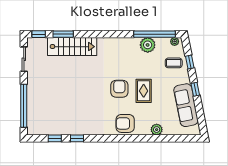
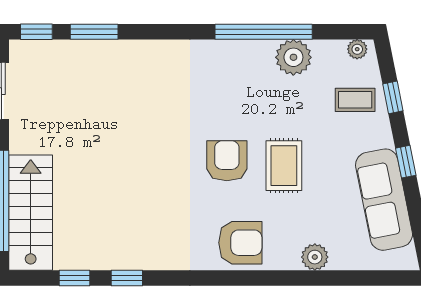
window: (154, 34) -> (264, 32), moved
stairs: (72, 47) -> (31, 213), moved, turned -90
armchair: (125, 123) -> (240, 243), turned 180

